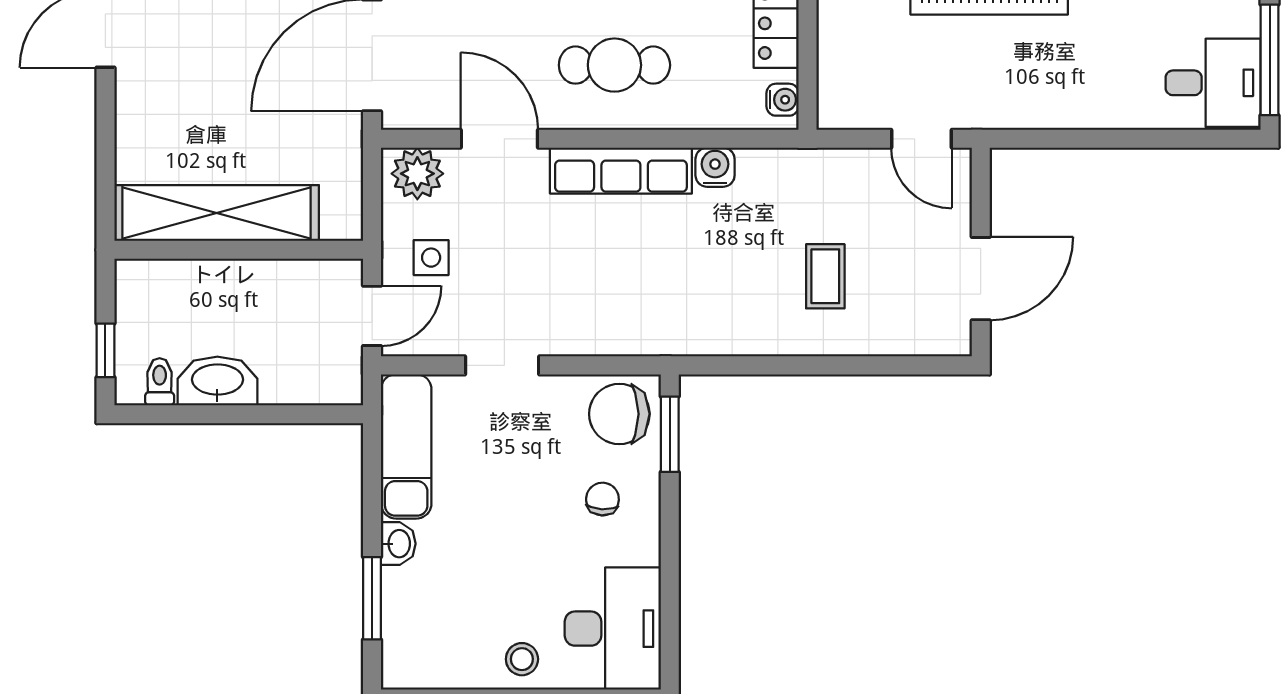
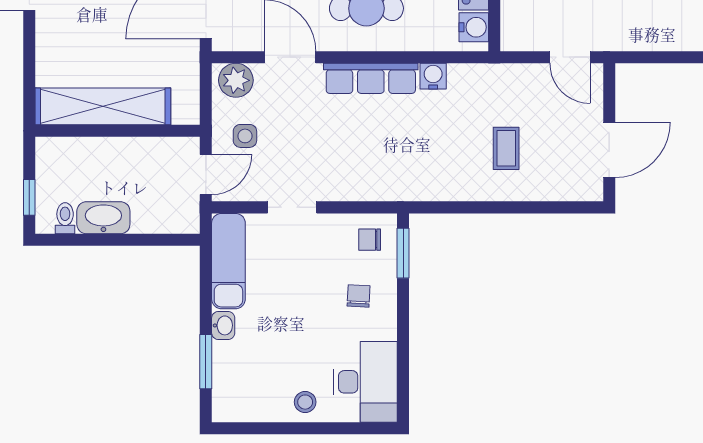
water cooler: (783, 100) -> (474, 27), width x1.38, depth x1.38
chair: (619, 414) -> (370, 240), width x0.54, depth x0.54

